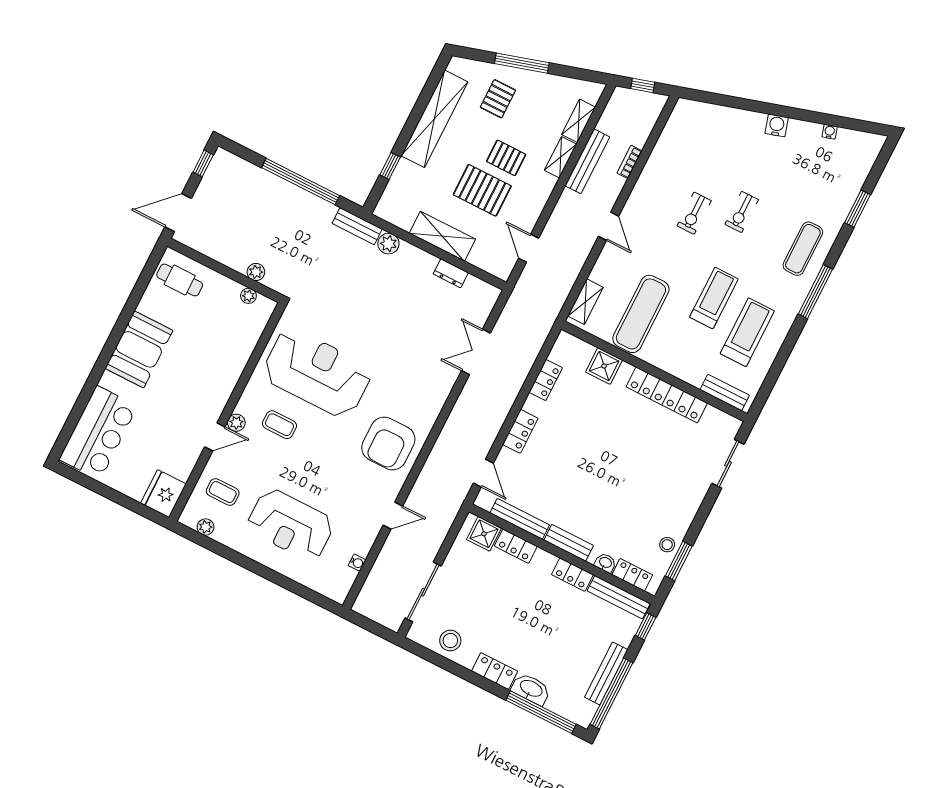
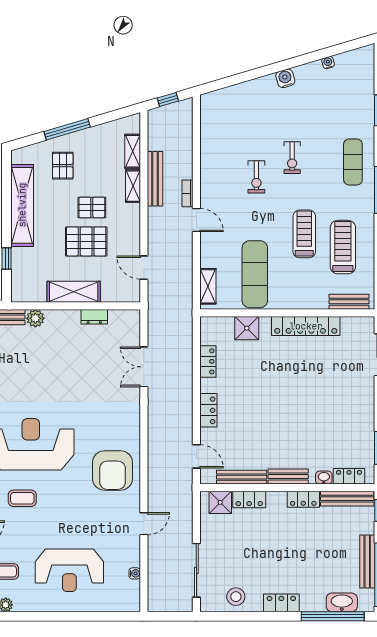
bookcase: (630, 162) -> (187, 193), moved
stool: (667, 545) -> (364, 440), removed
washbasin: (531, 689) -> (342, 602), moved

